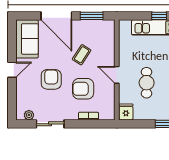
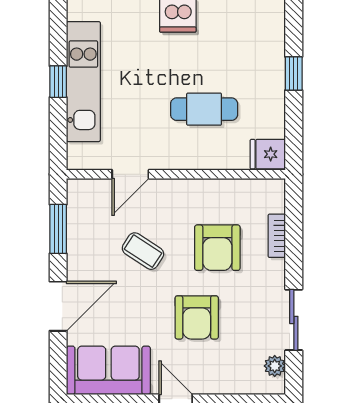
door: (56, 16) -> (58, 306), width x0.73
door: (117, 75) -> (130, 174), moved
armchair: (51, 79) -> (197, 317), turned -90

